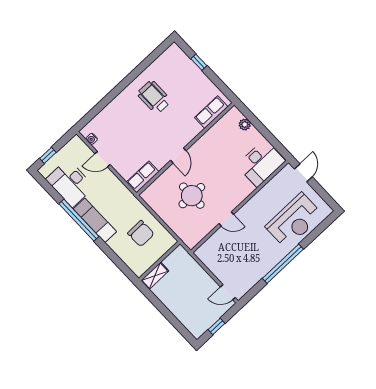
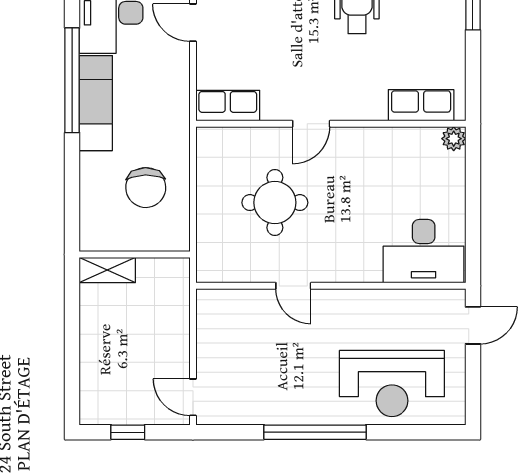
plant: (245, 125) -> (454, 139), moved

